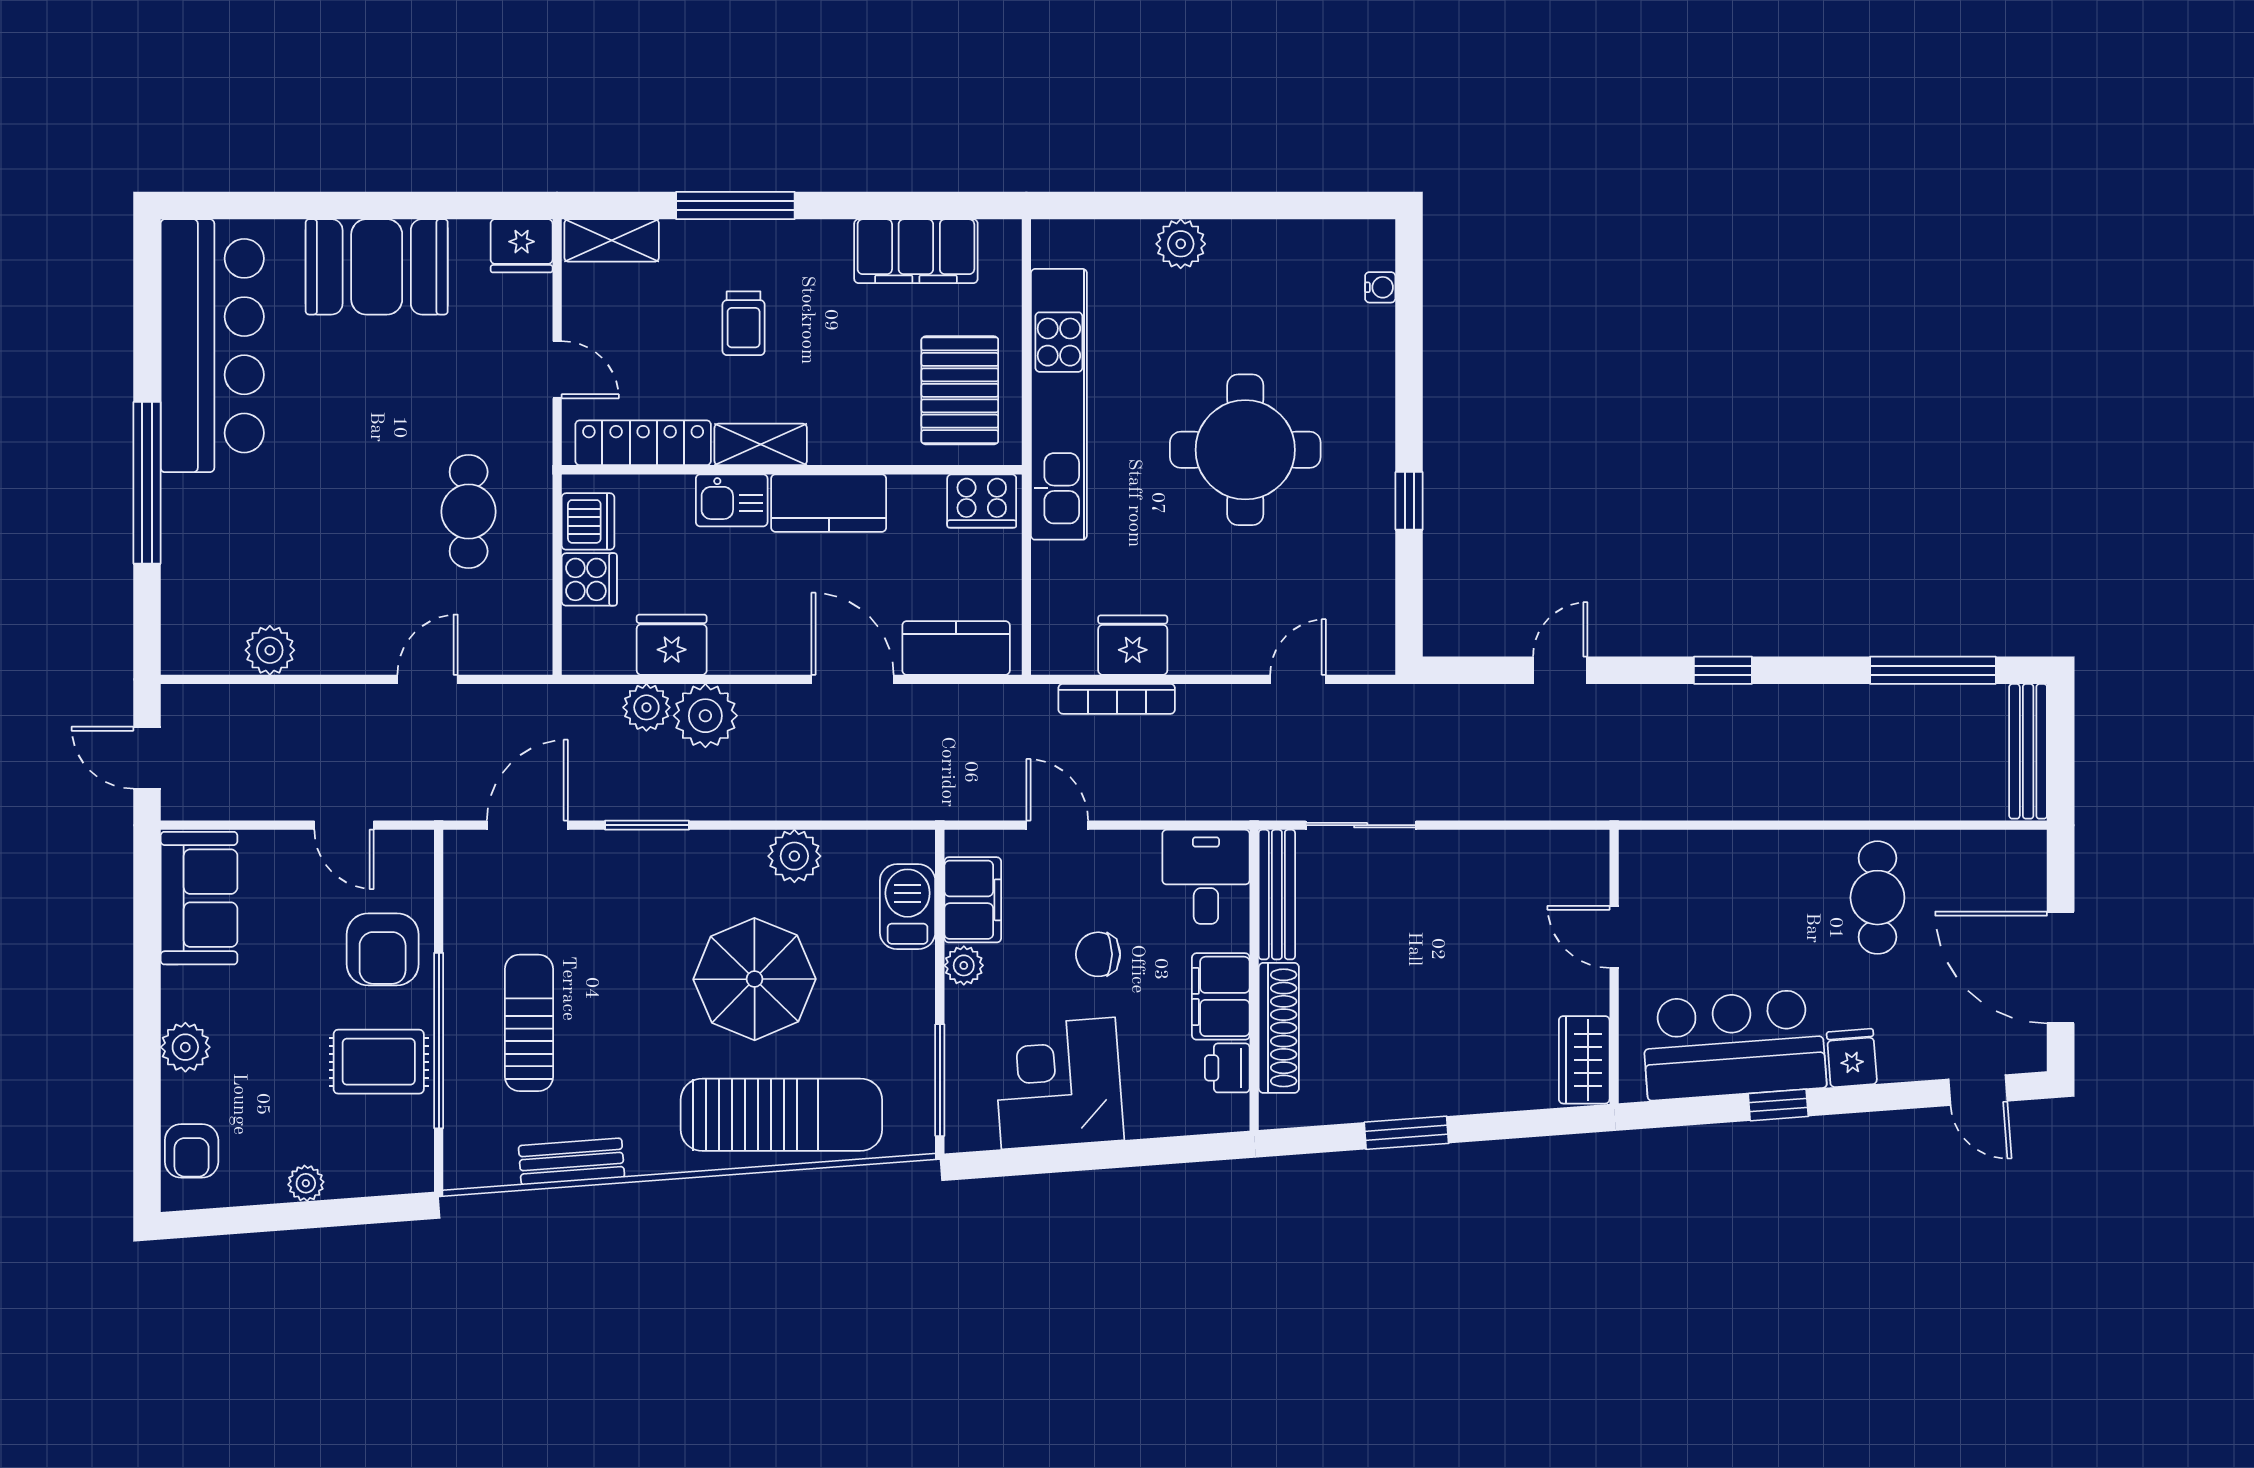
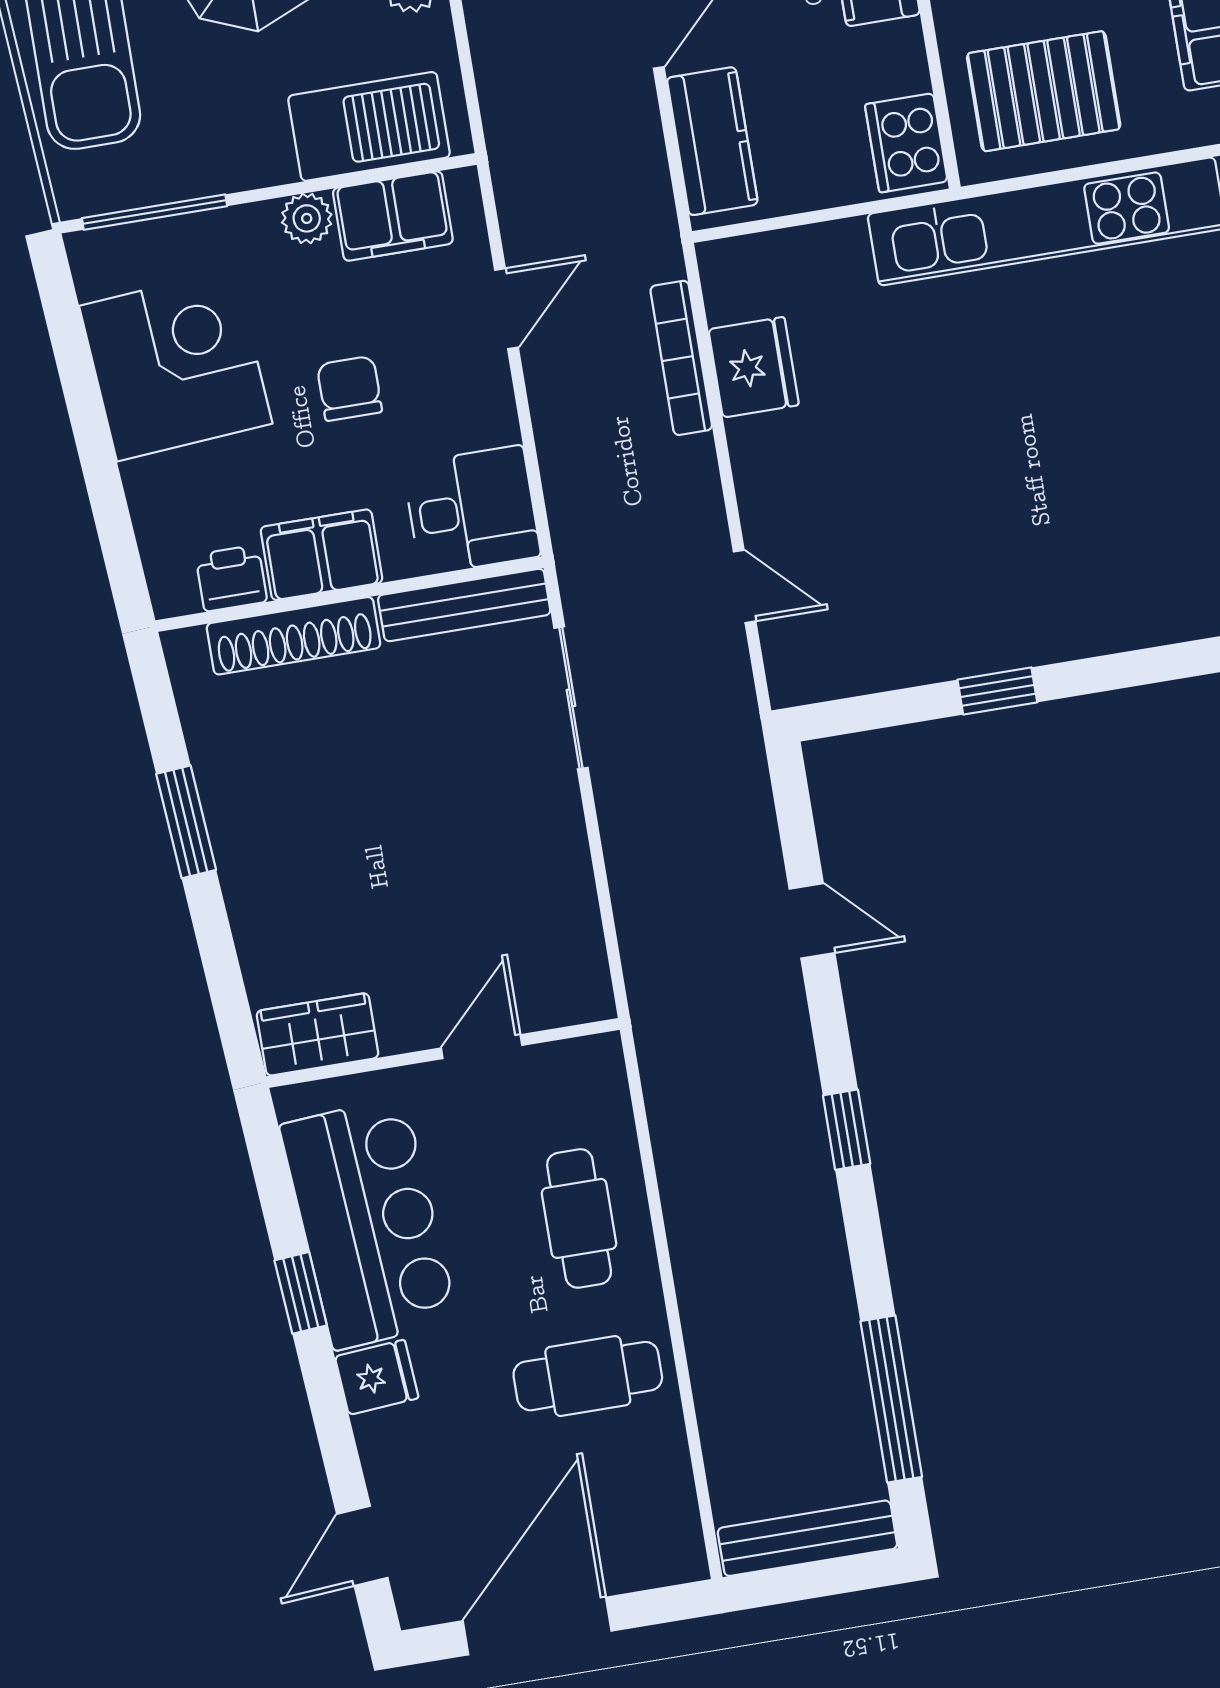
round table: (1245, 450) -> (1028, 470), removed
cafe table: (1757, 884) -> (579, 1218), added
barbecue: (908, 907) -> (369, 126), width x1.37, depth x1.21

